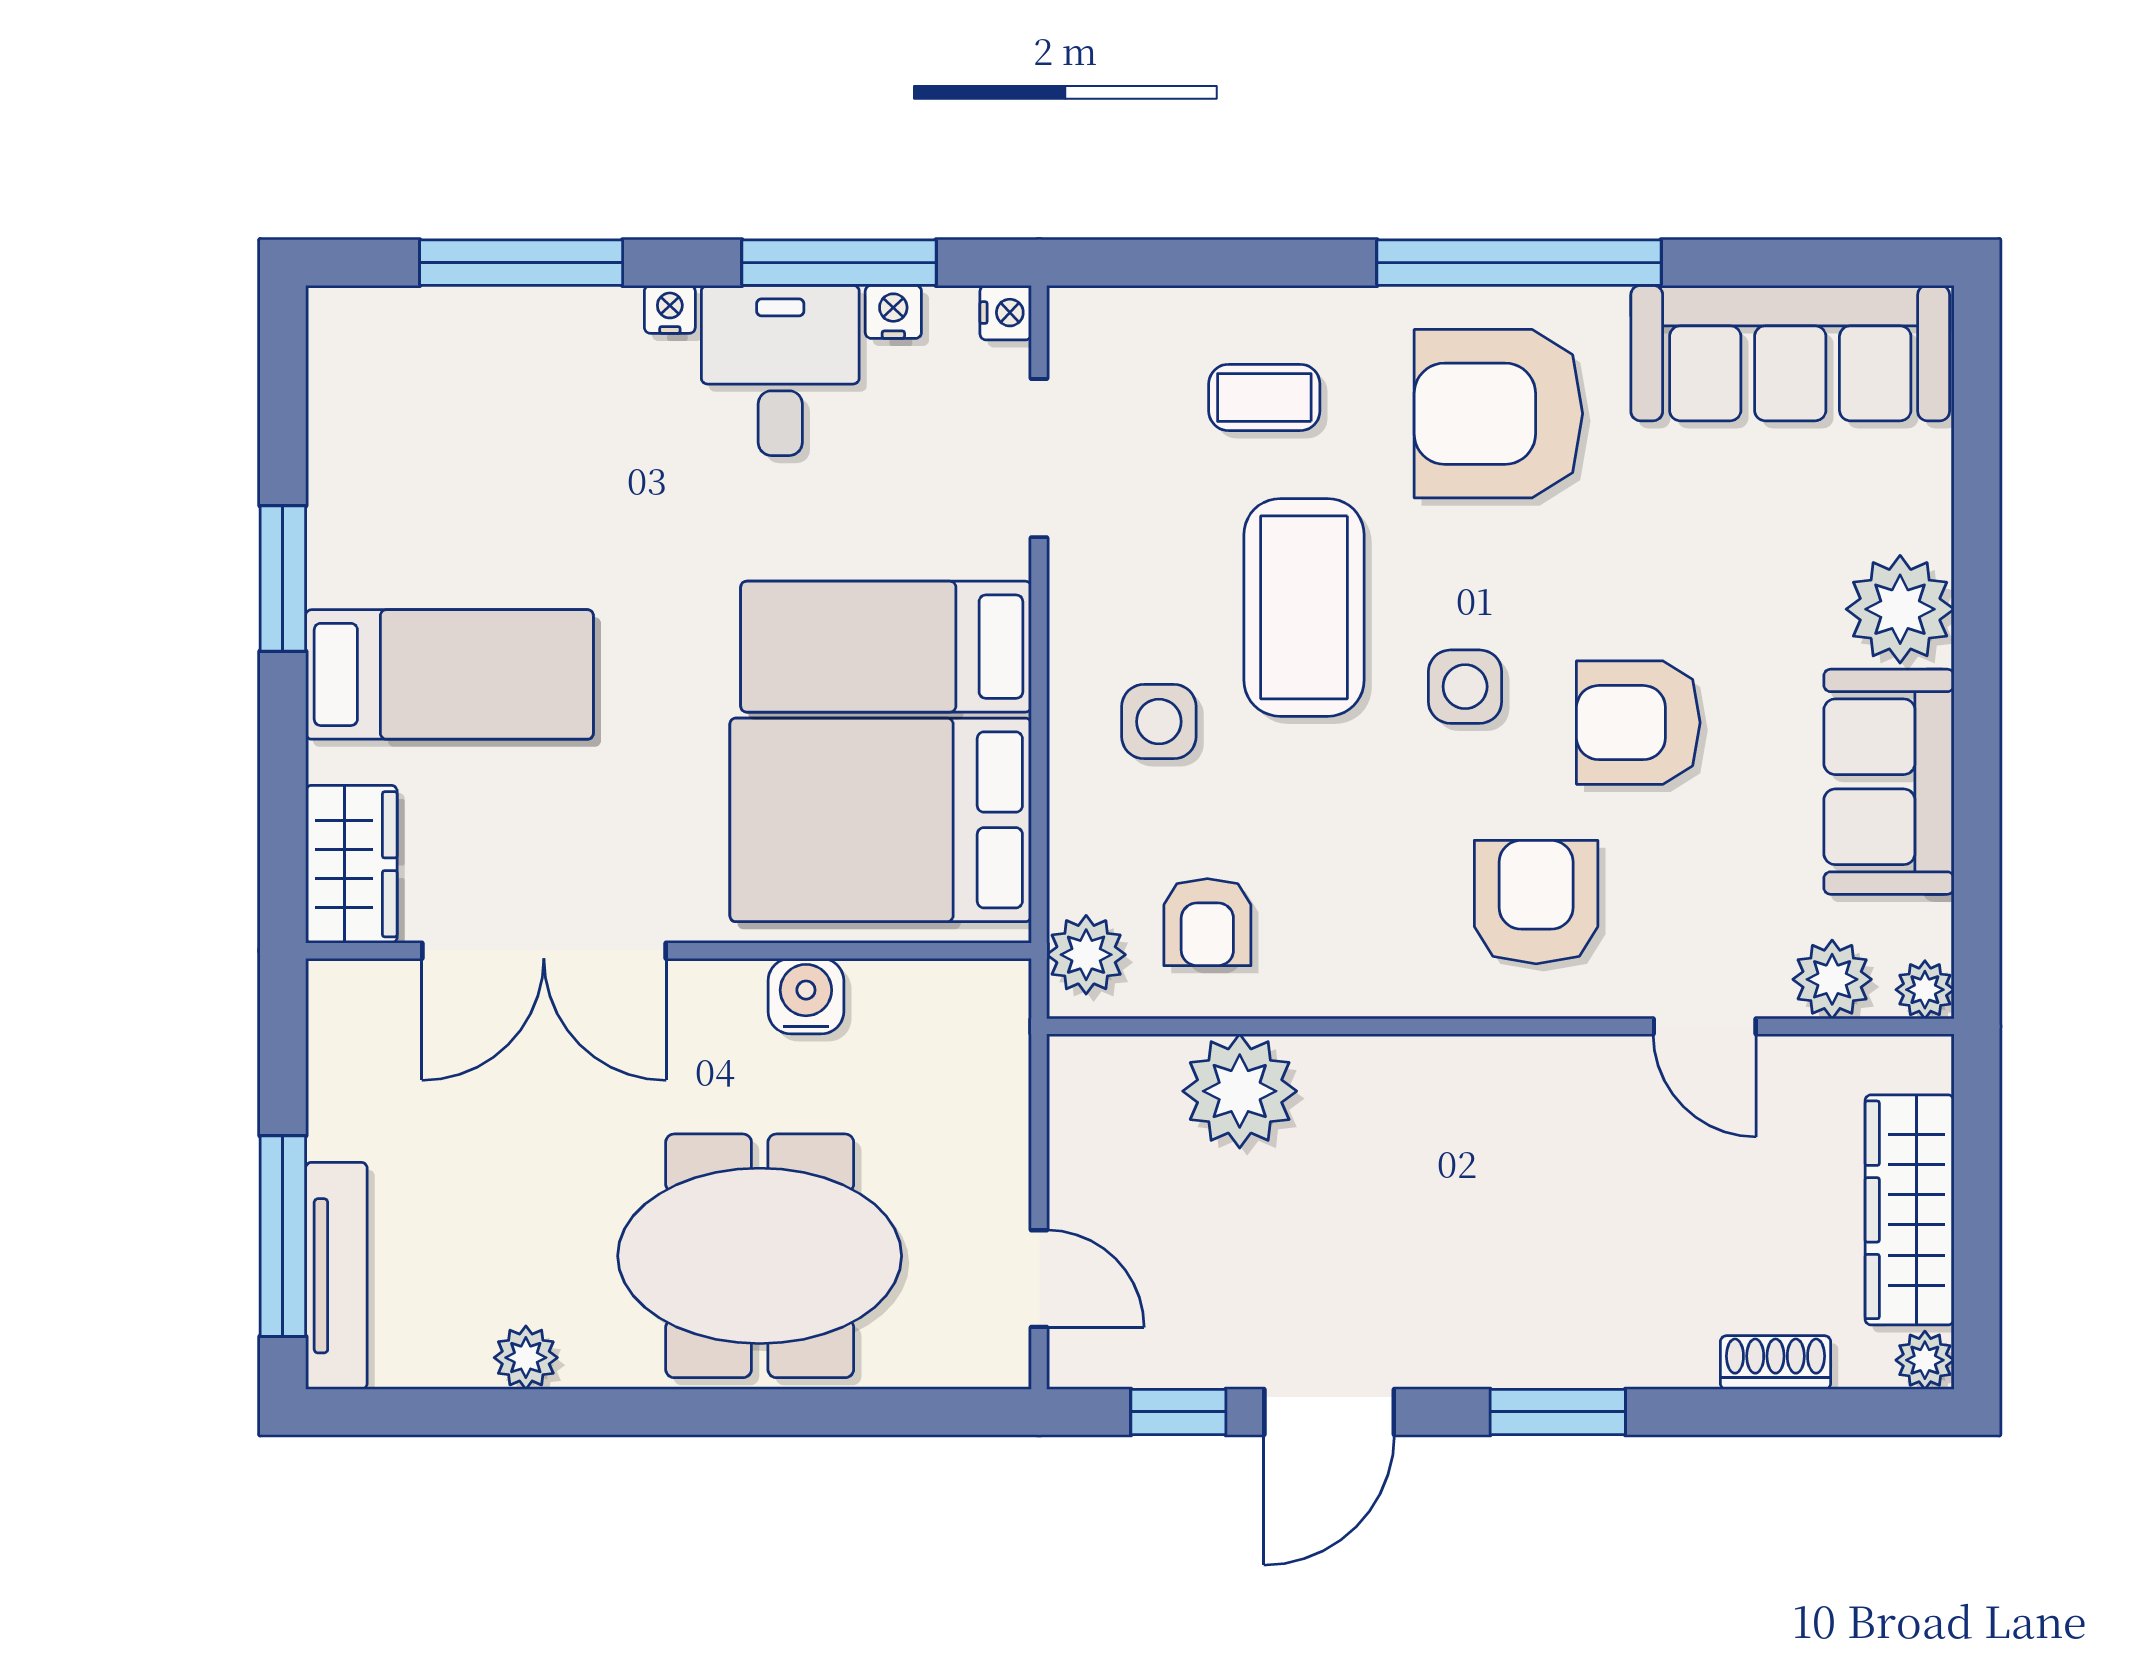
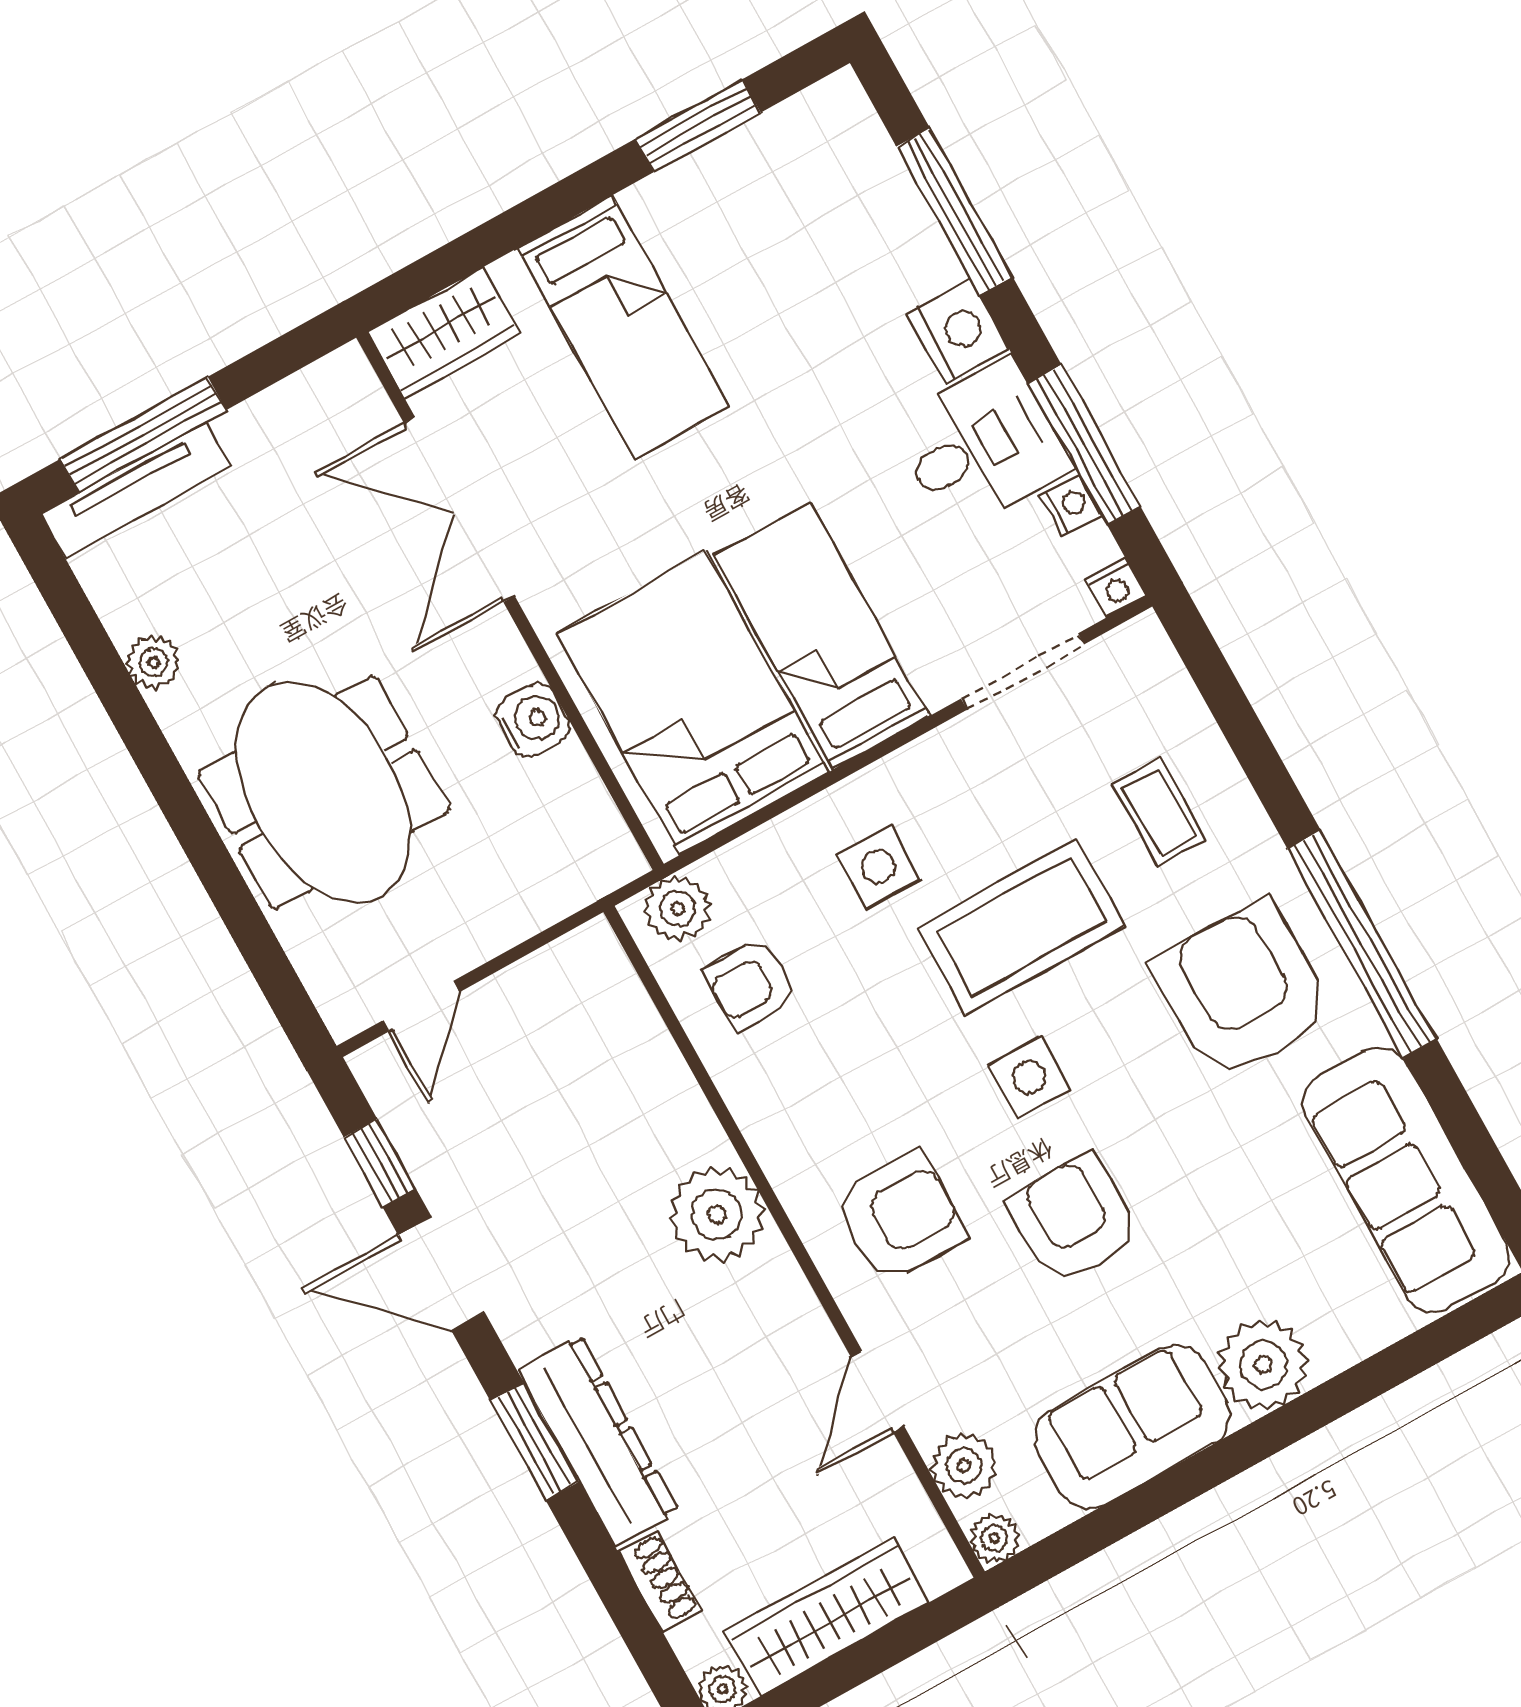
nightstand: (670, 309) -> (958, 331), width x1.89, depth x1.79
window: (283, 579) -> (698, 126), moved
plant: (1240, 1091) -> (717, 1214), moved
dresser: (1594, 1346) -> (598, 1441), added

